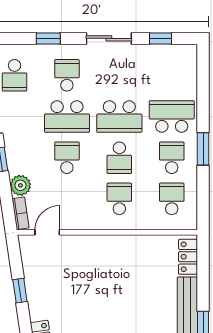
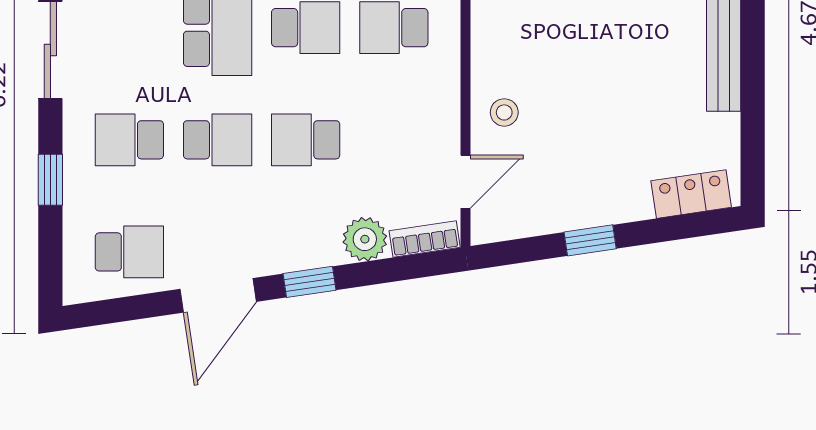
school desk: (67, 117) -> (218, 140), width x0.54
door: (47, 232) -> (466, 182), swing flipped
stool: (80, 250) -> (504, 112), added

